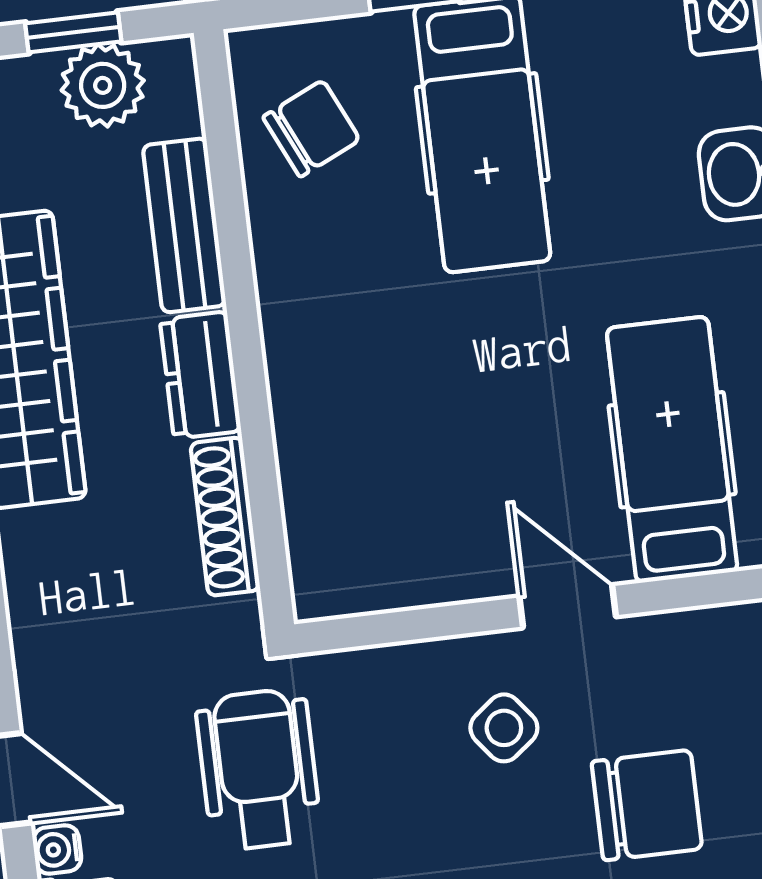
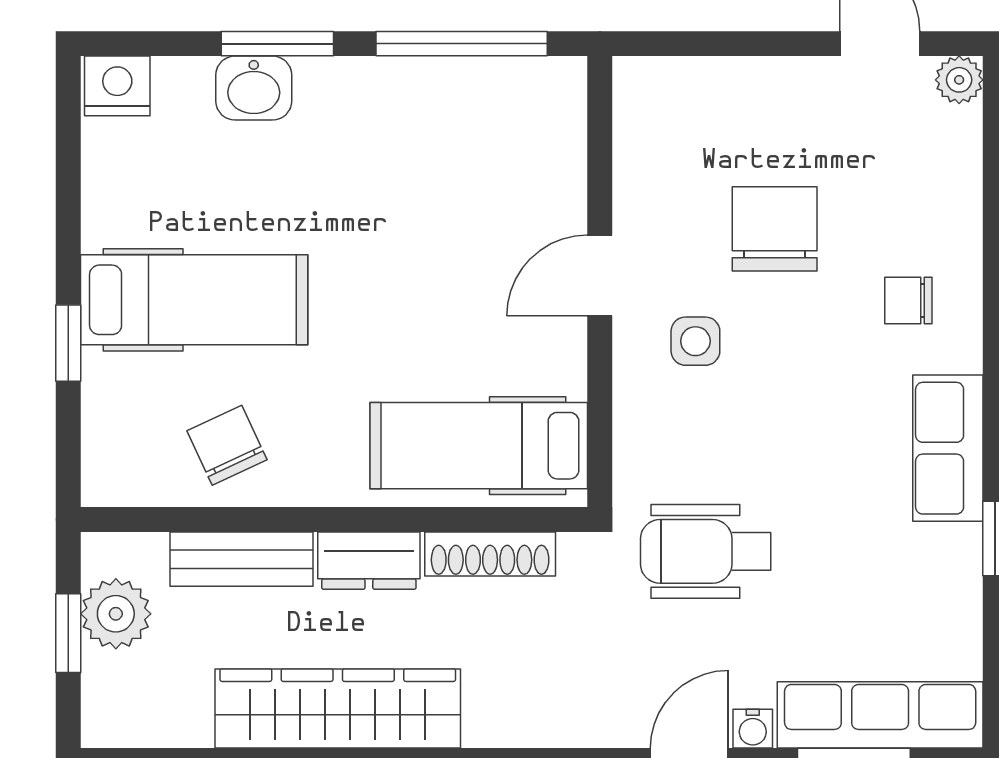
chair: (311, 128) -> (227, 445), moved
hospital bed: (672, 450) -> (479, 446), moved
side table: (504, 728) -> (695, 341), turned 38

